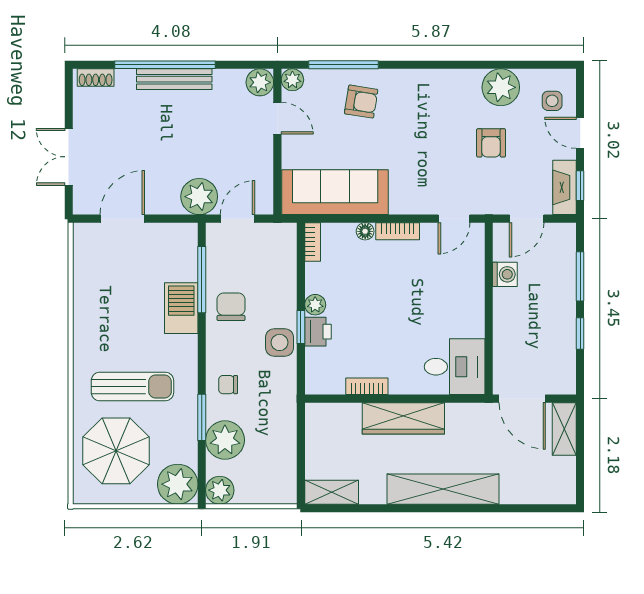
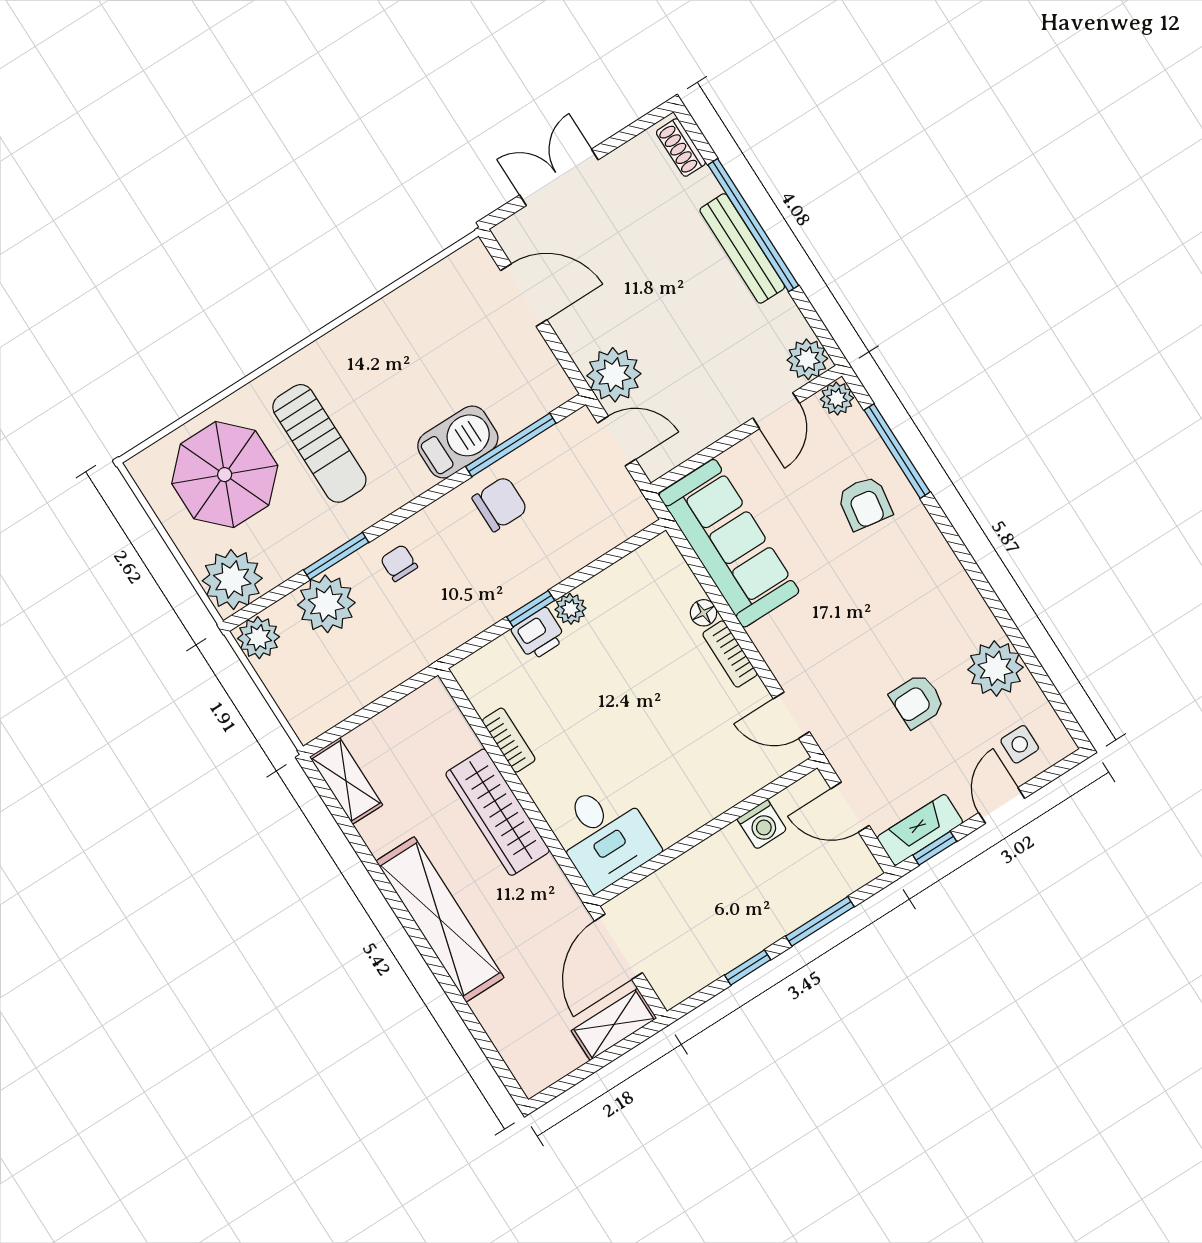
bookcase: (313, 242) -> (648, 555), removed
side table: (280, 342) -> (494, 594), removed

